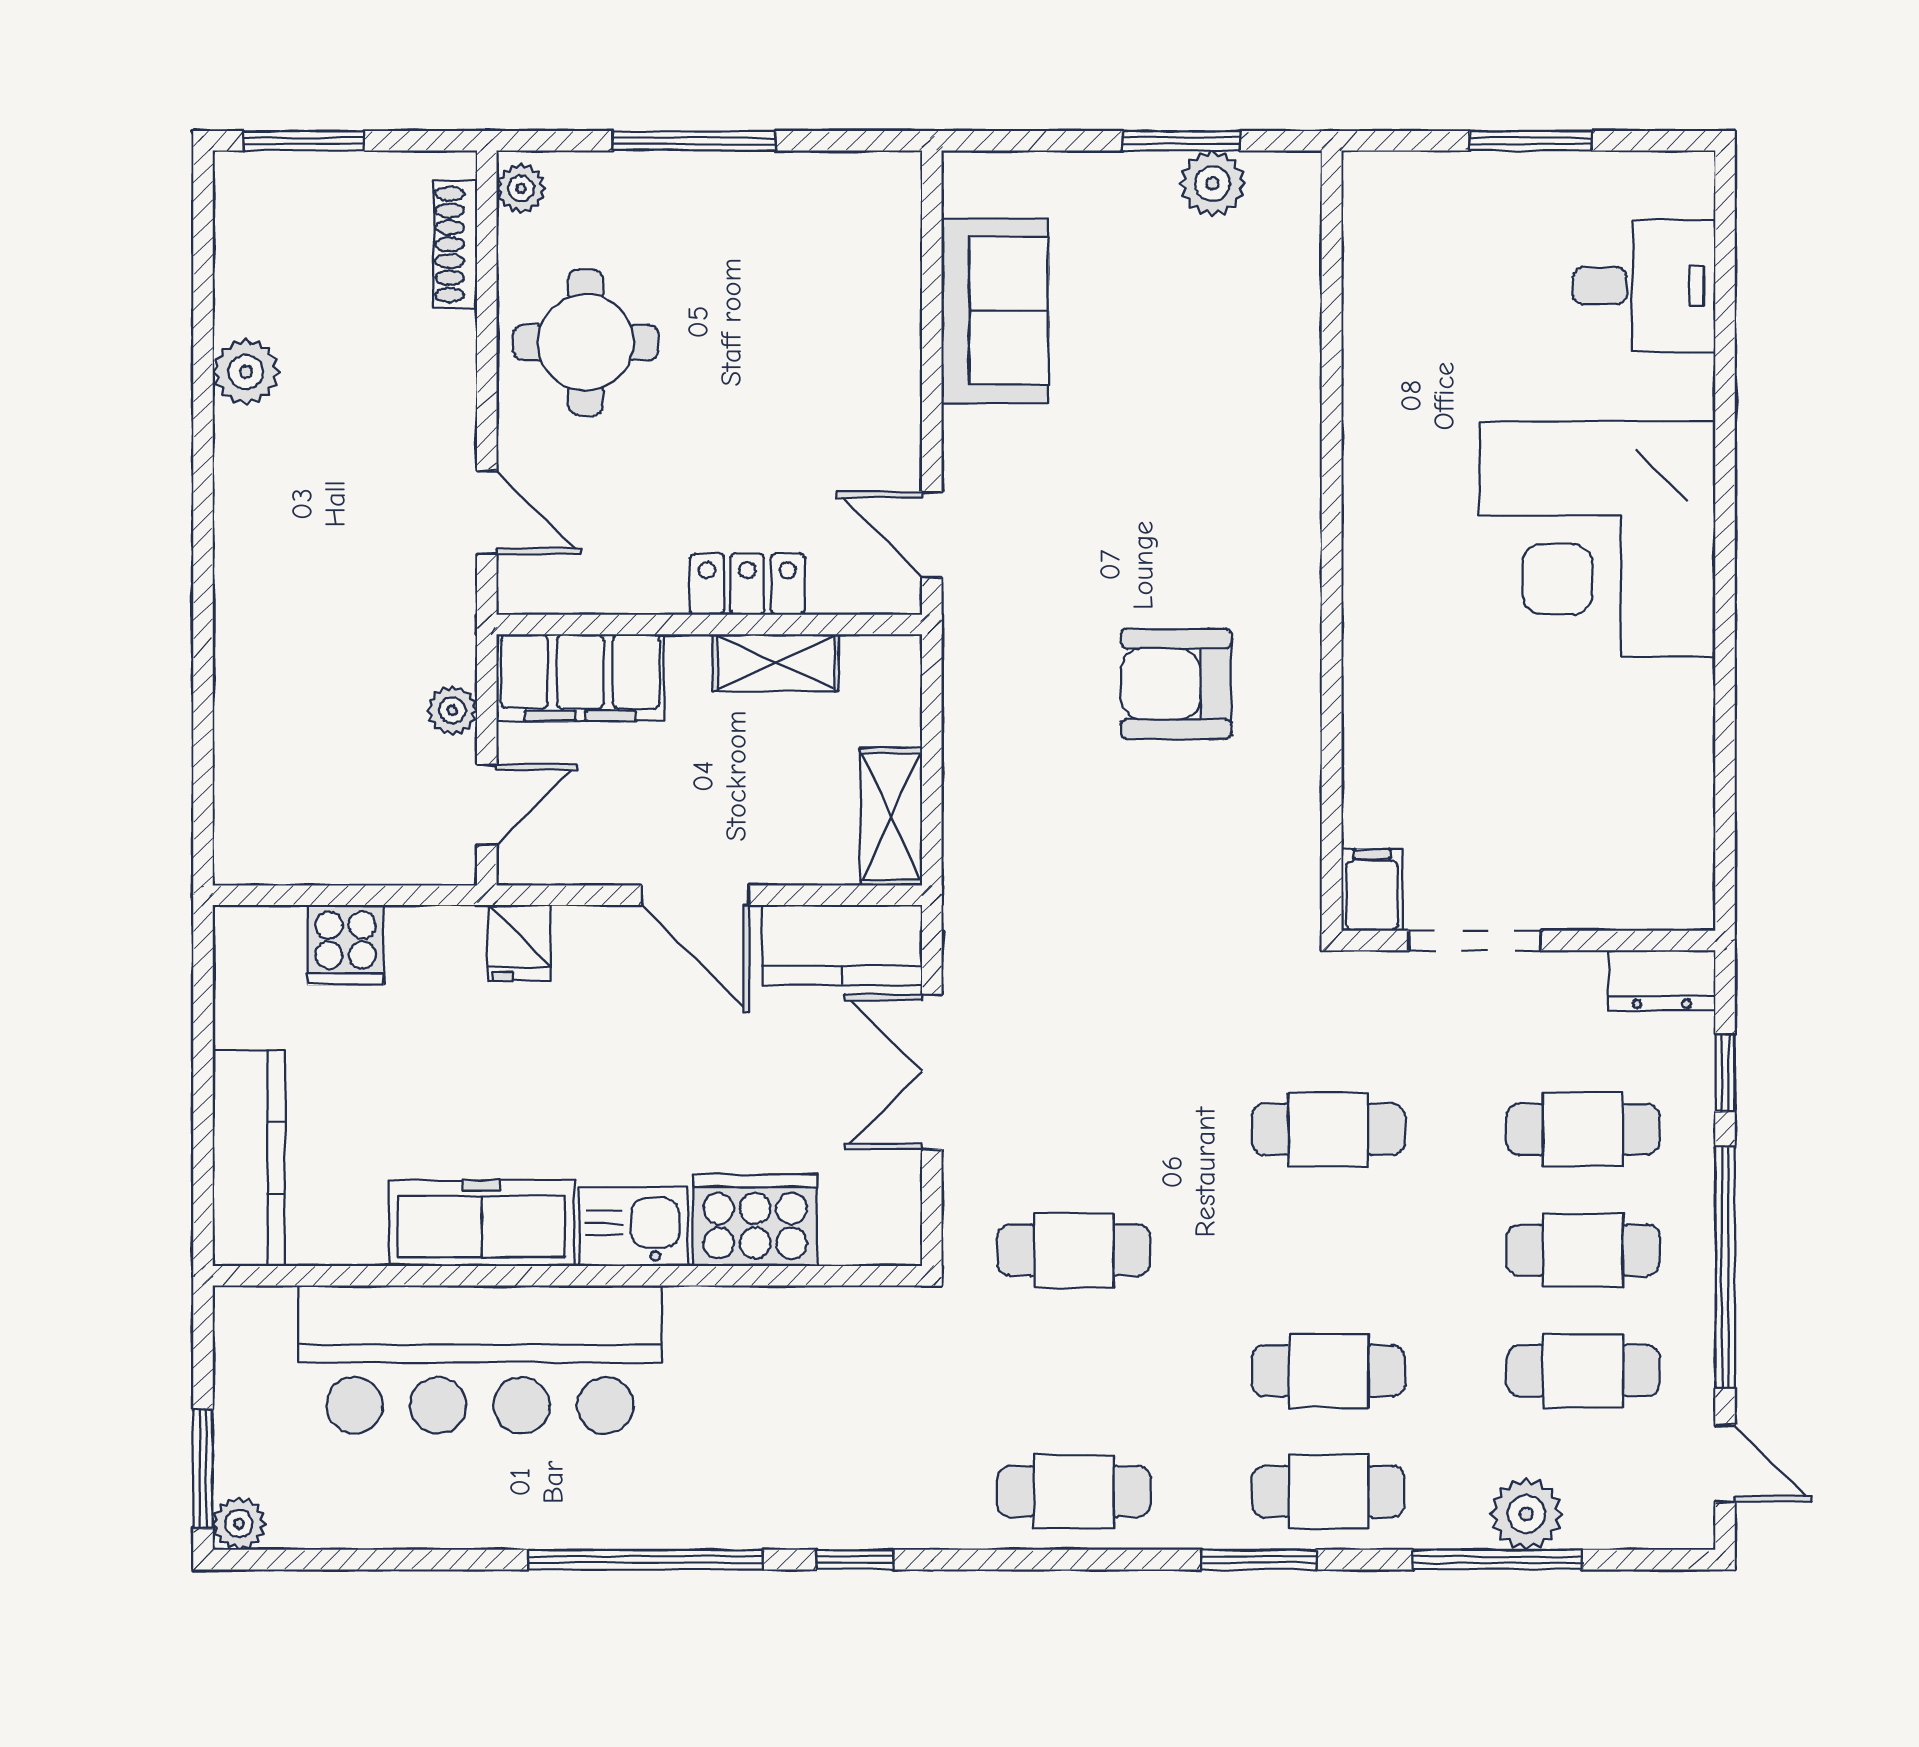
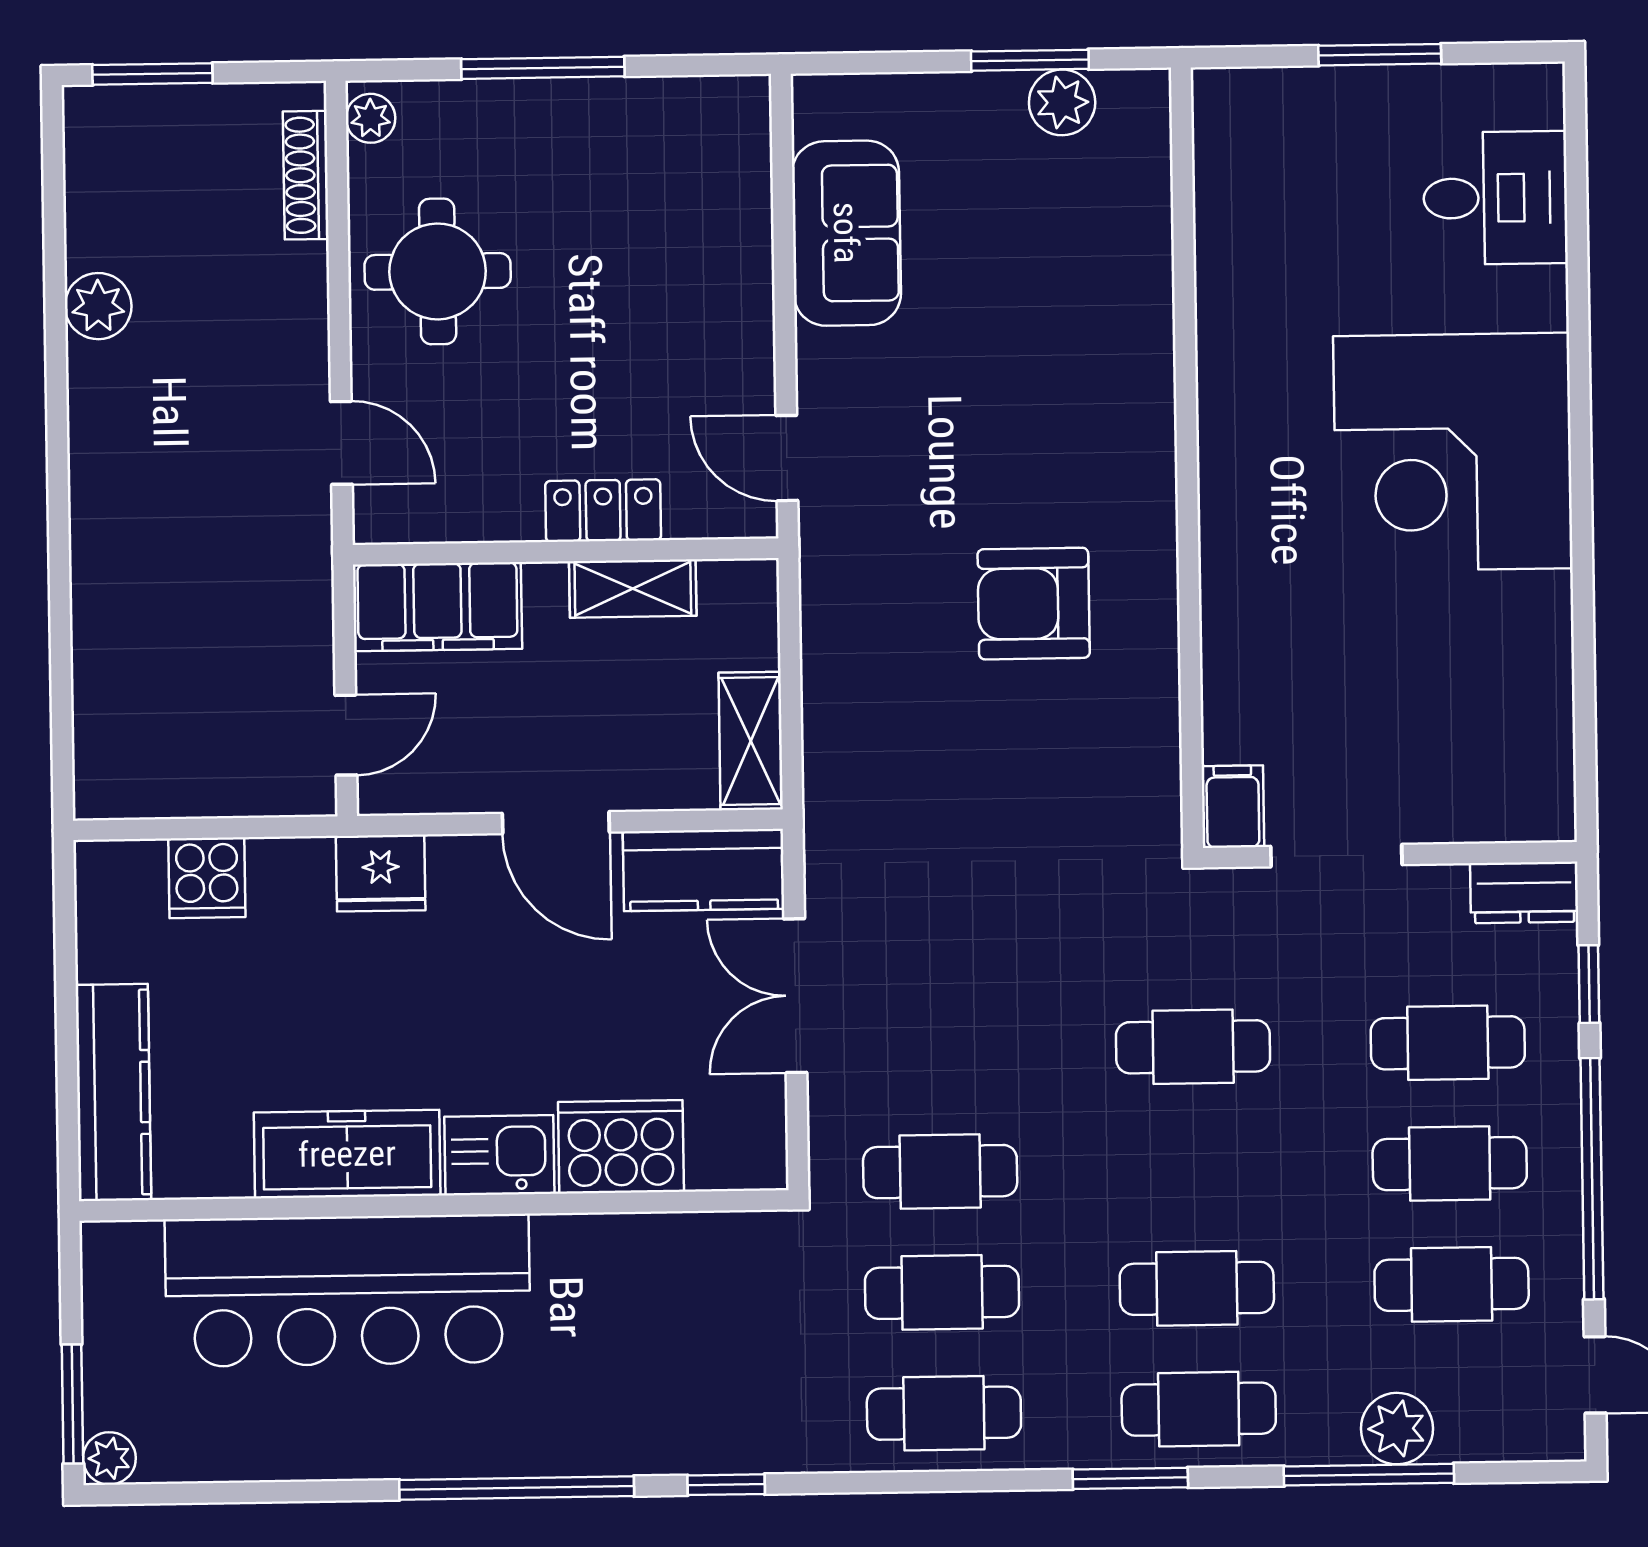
plant: (452, 710) -> (310, 642), removed
fridge: (519, 943) -> (381, 873), width x1.38
cafe table: (1074, 1371) -> (942, 1292), added

